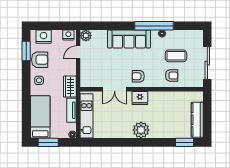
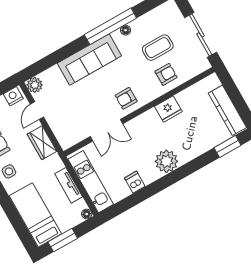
wardrobe: (70, 87) -> (42, 143), moved
fridge: (140, 98) -> (168, 109), moved
dishwasher: (114, 132) -> (135, 182), added

